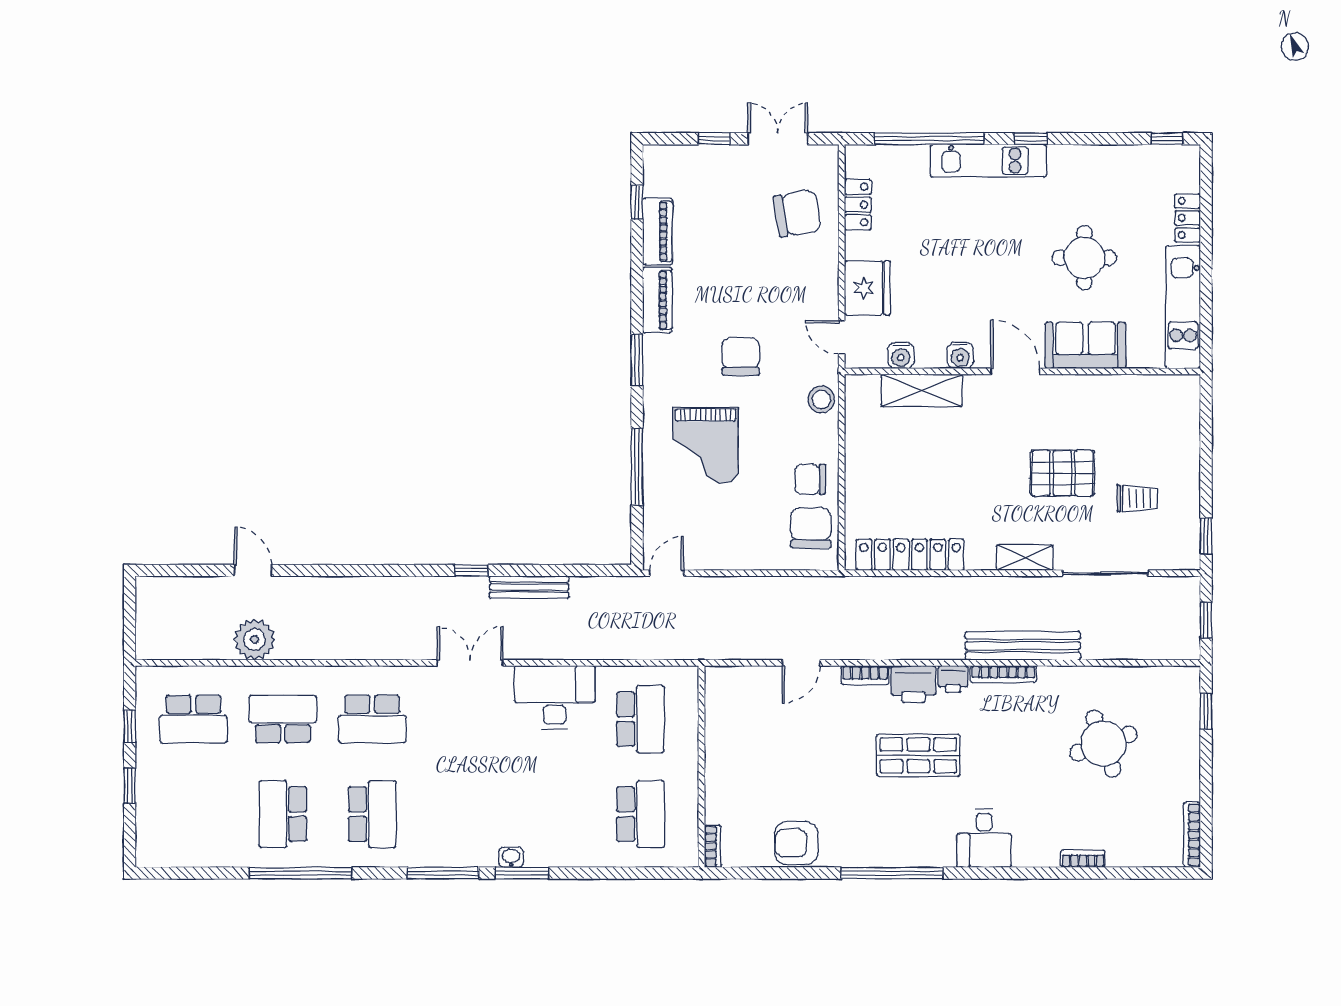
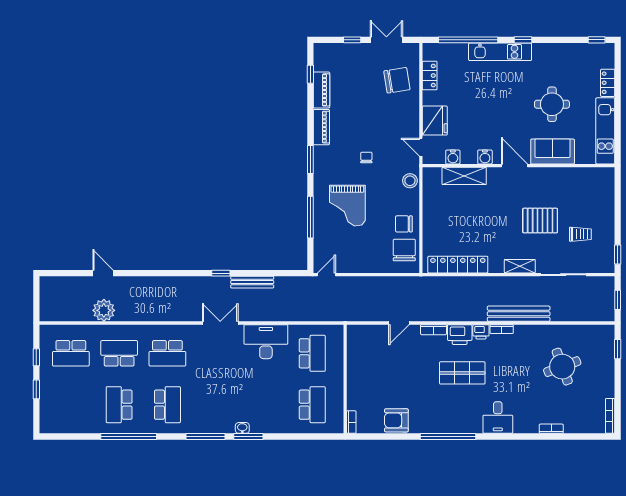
chair: (741, 356) -> (366, 158), width x0.54, depth x0.54
bookcase: (1003, 674) -> (502, 329), width x0.64

